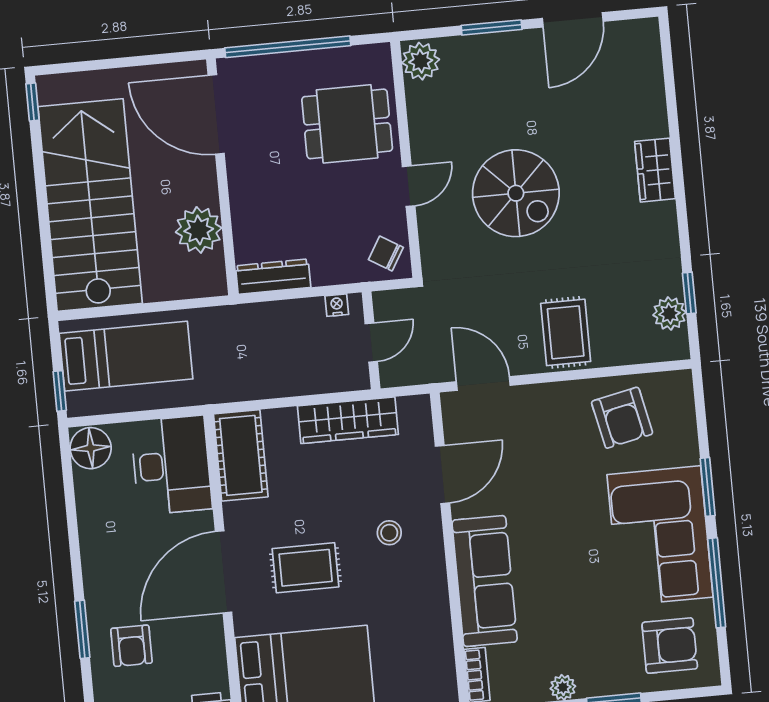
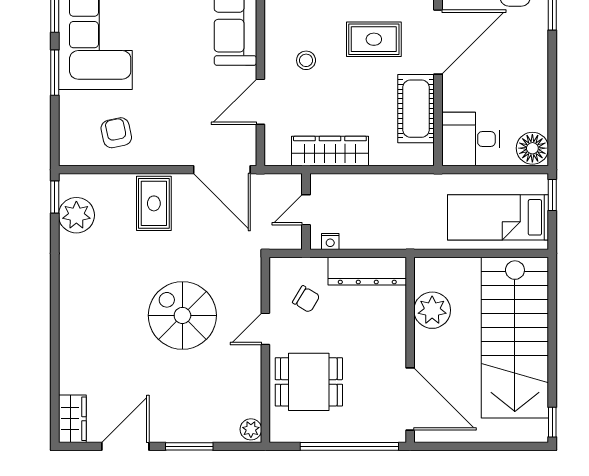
plant: (421, 61) -> (251, 429), width x0.73, depth x0.73
wardrobe: (655, 170) -> (72, 419), moved
chair: (386, 253) -> (306, 299), moved
dresser: (273, 277) -> (367, 271), width x1.37, depth x1.24
window: (689, 293) -> (55, 197), moved
plant: (669, 314) -> (76, 215), width x1.36, depth x1.36
door: (483, 384) -> (222, 170), width x1.36
armchair: (622, 418) -> (116, 133), width x0.72, depth x0.72
cot: (241, 455) -> (416, 109), moved
desk: (171, 465) -> (471, 139), width x0.73

